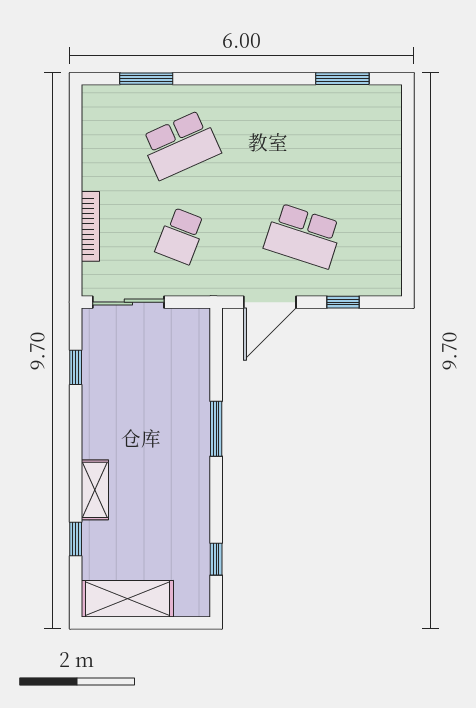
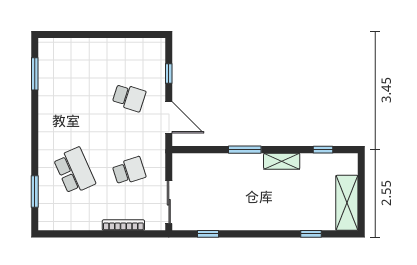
school desk: (181, 236) -> (129, 171), turned -39
school desk: (303, 236) -> (129, 97), width x0.54
shelving: (95, 490) -> (282, 161), moved

